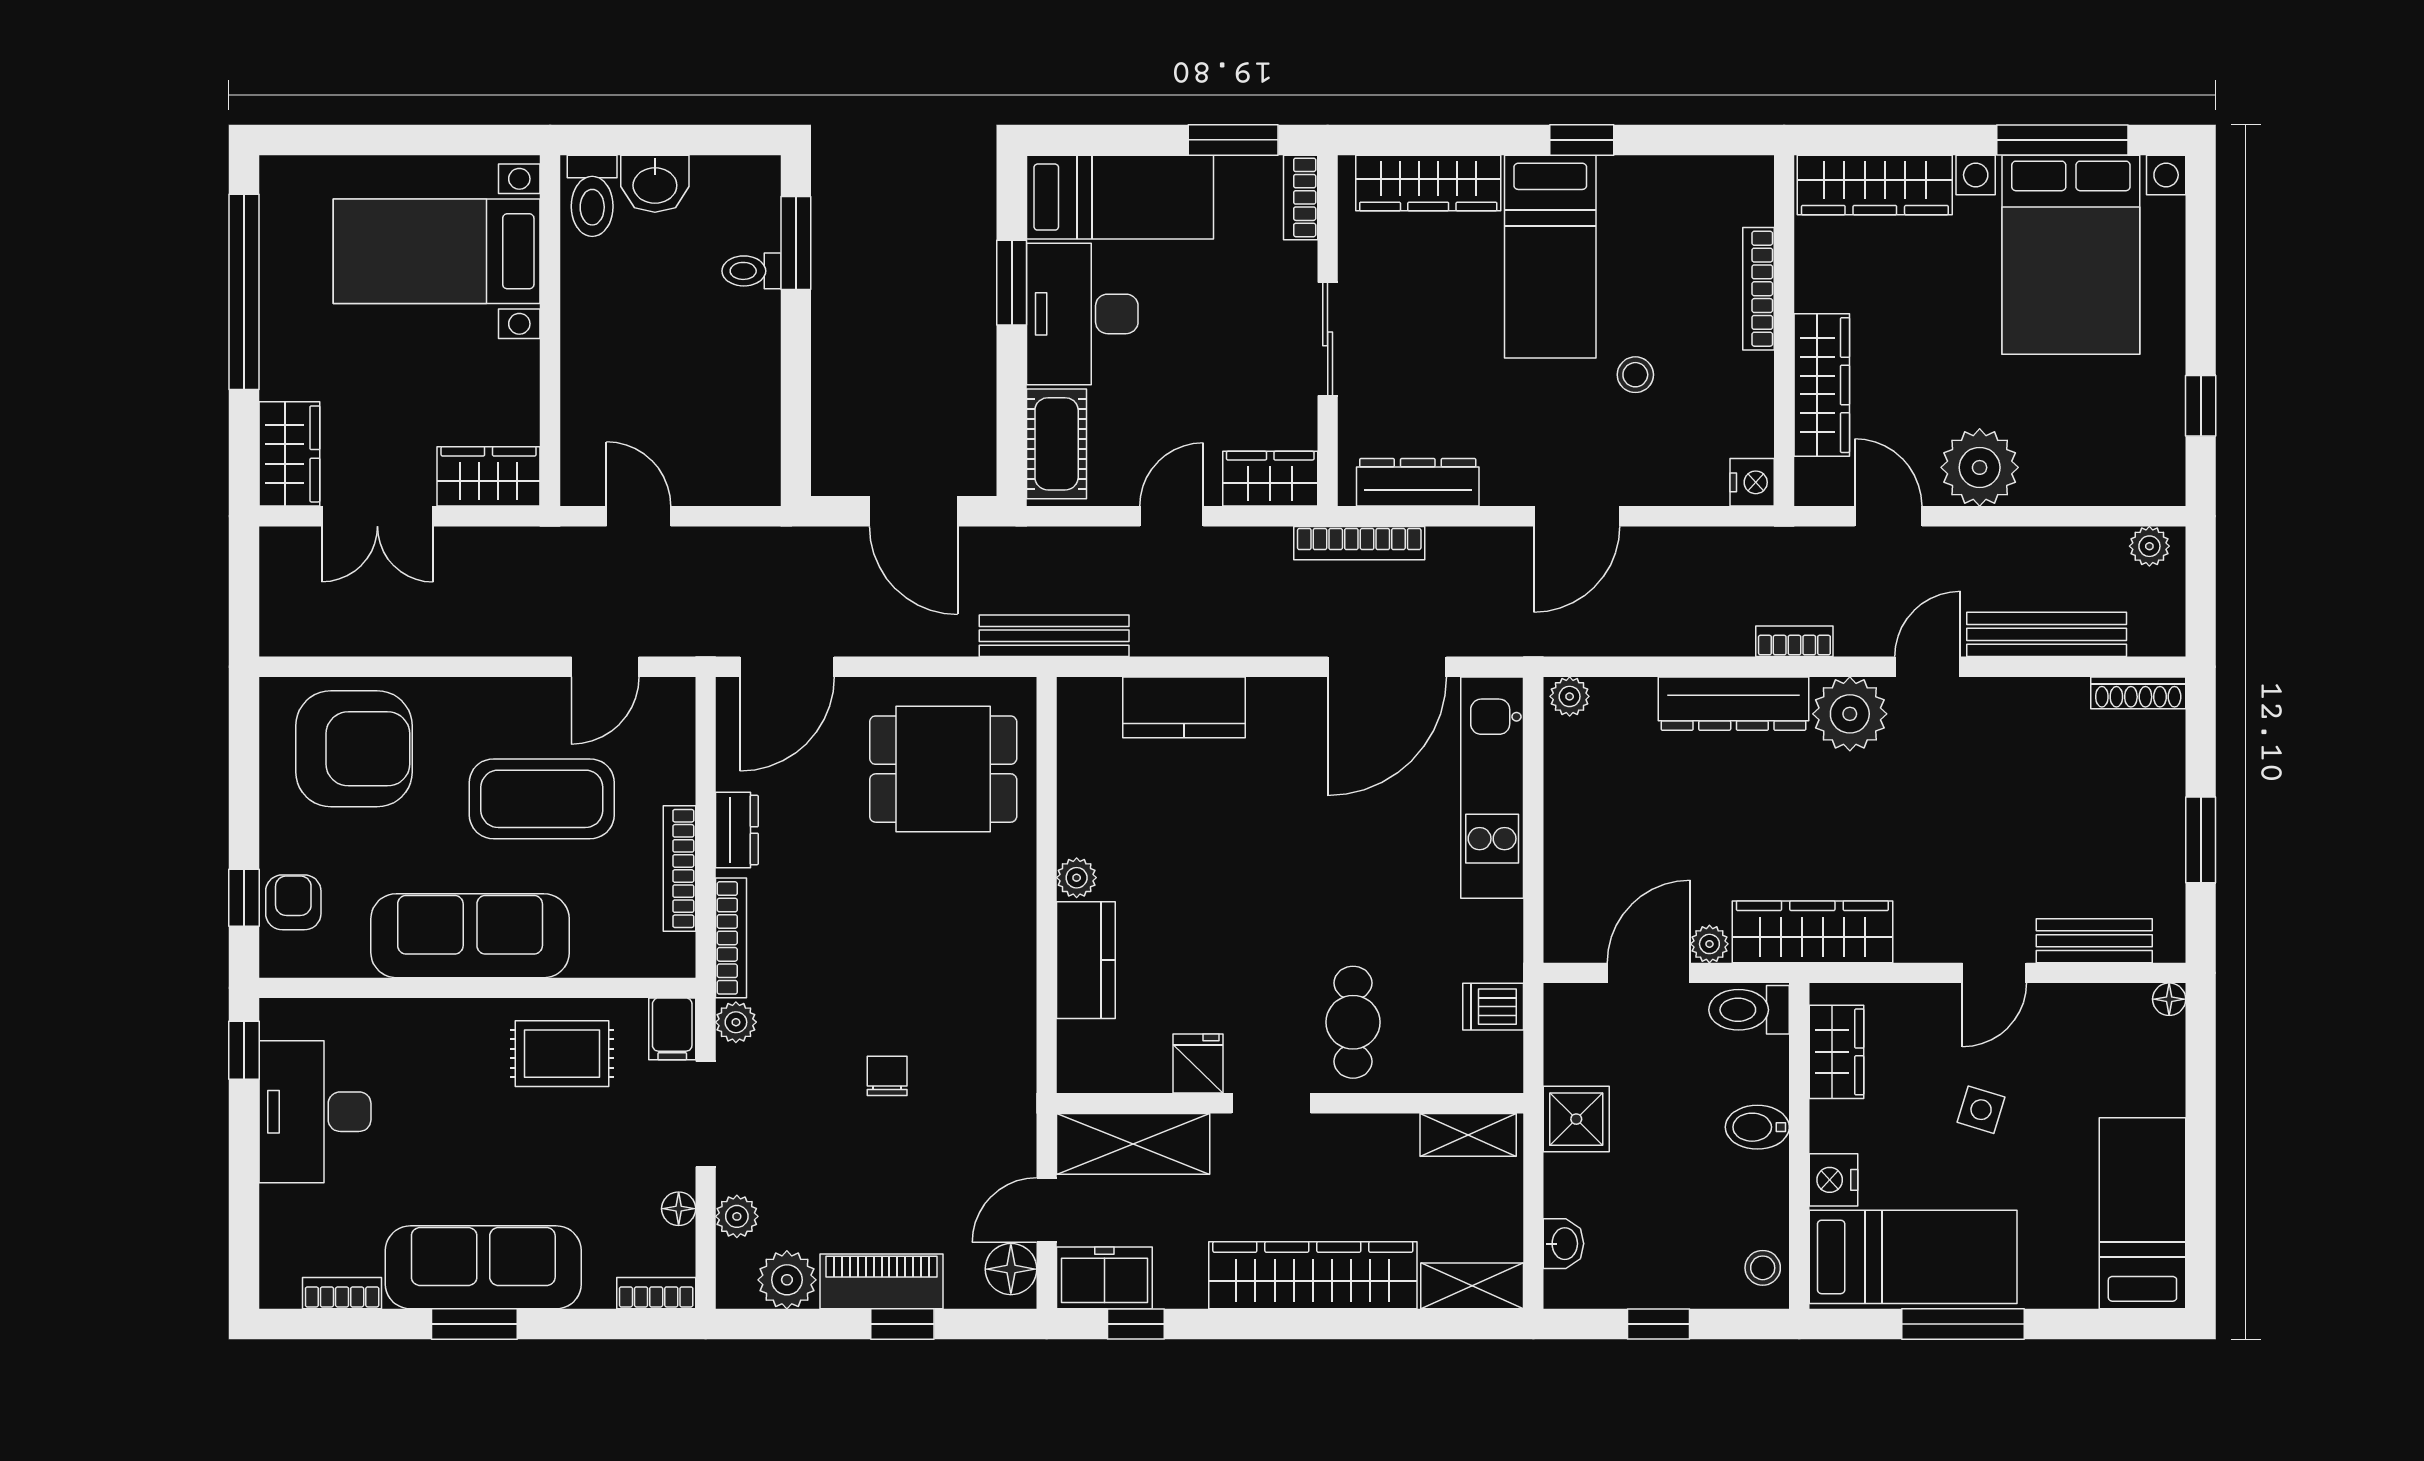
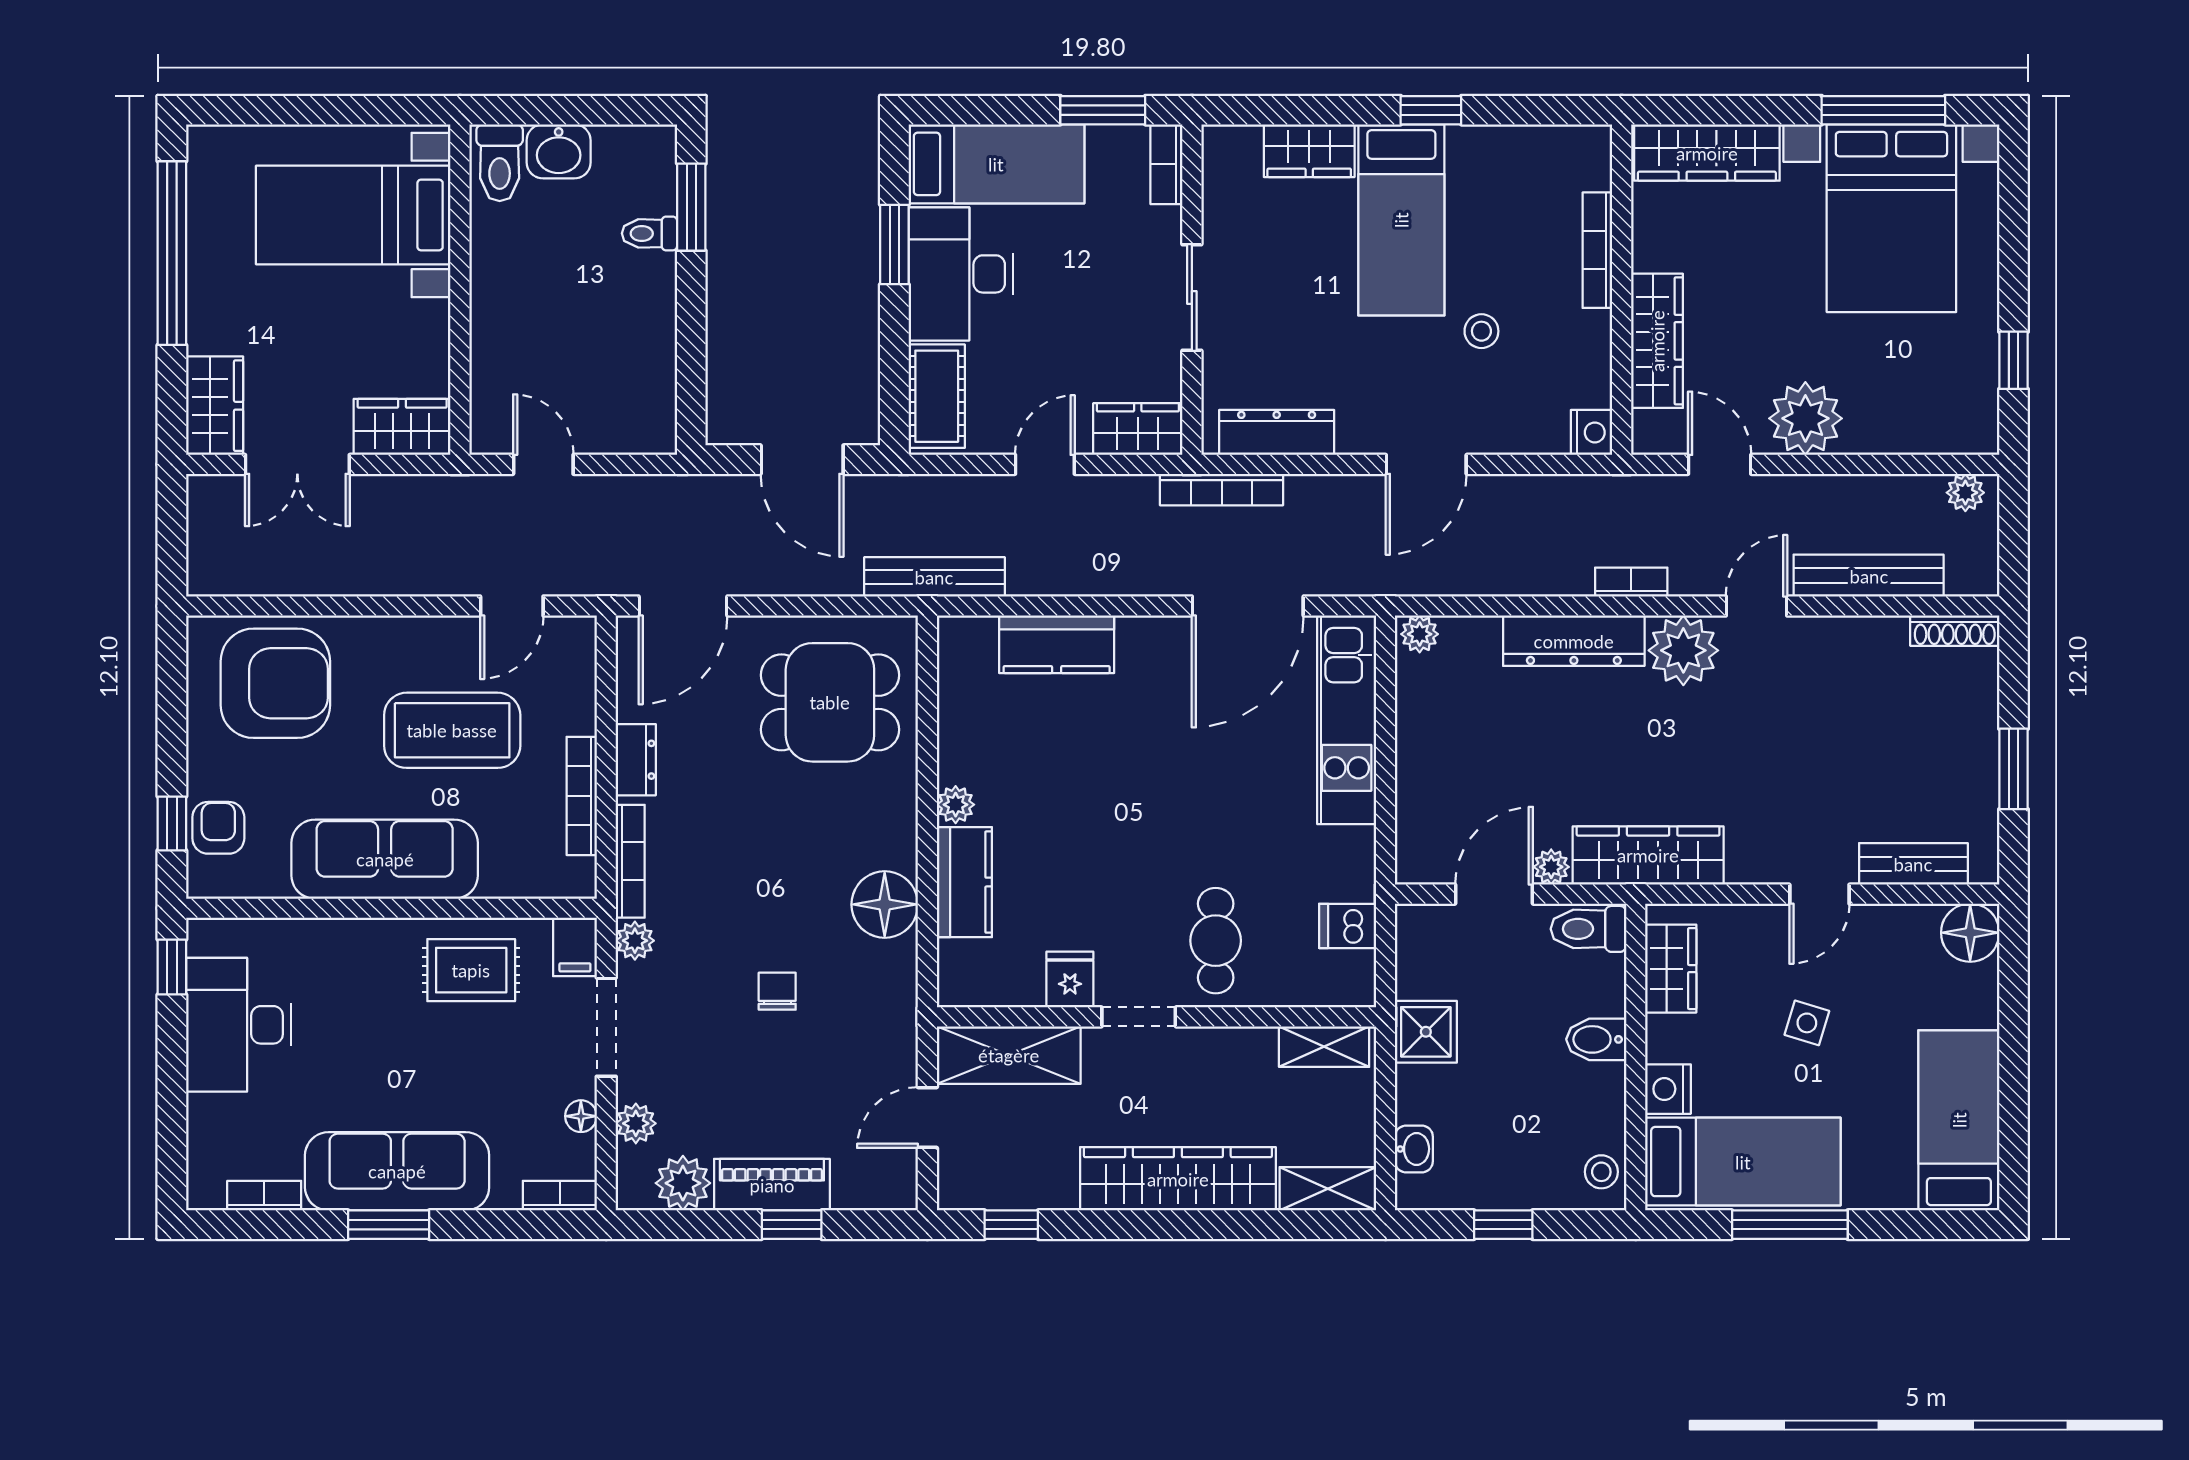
wardrobe: (1428, 183) -> (1309, 151), width x0.67
floor lamp: (2169, 999) -> (1970, 933), width x1.89, depth x1.89
floor lamp: (1011, 1269) -> (885, 904), moved, width x1.38, depth x1.38
freezer: (1104, 1278) -> (982, 1181), removed

